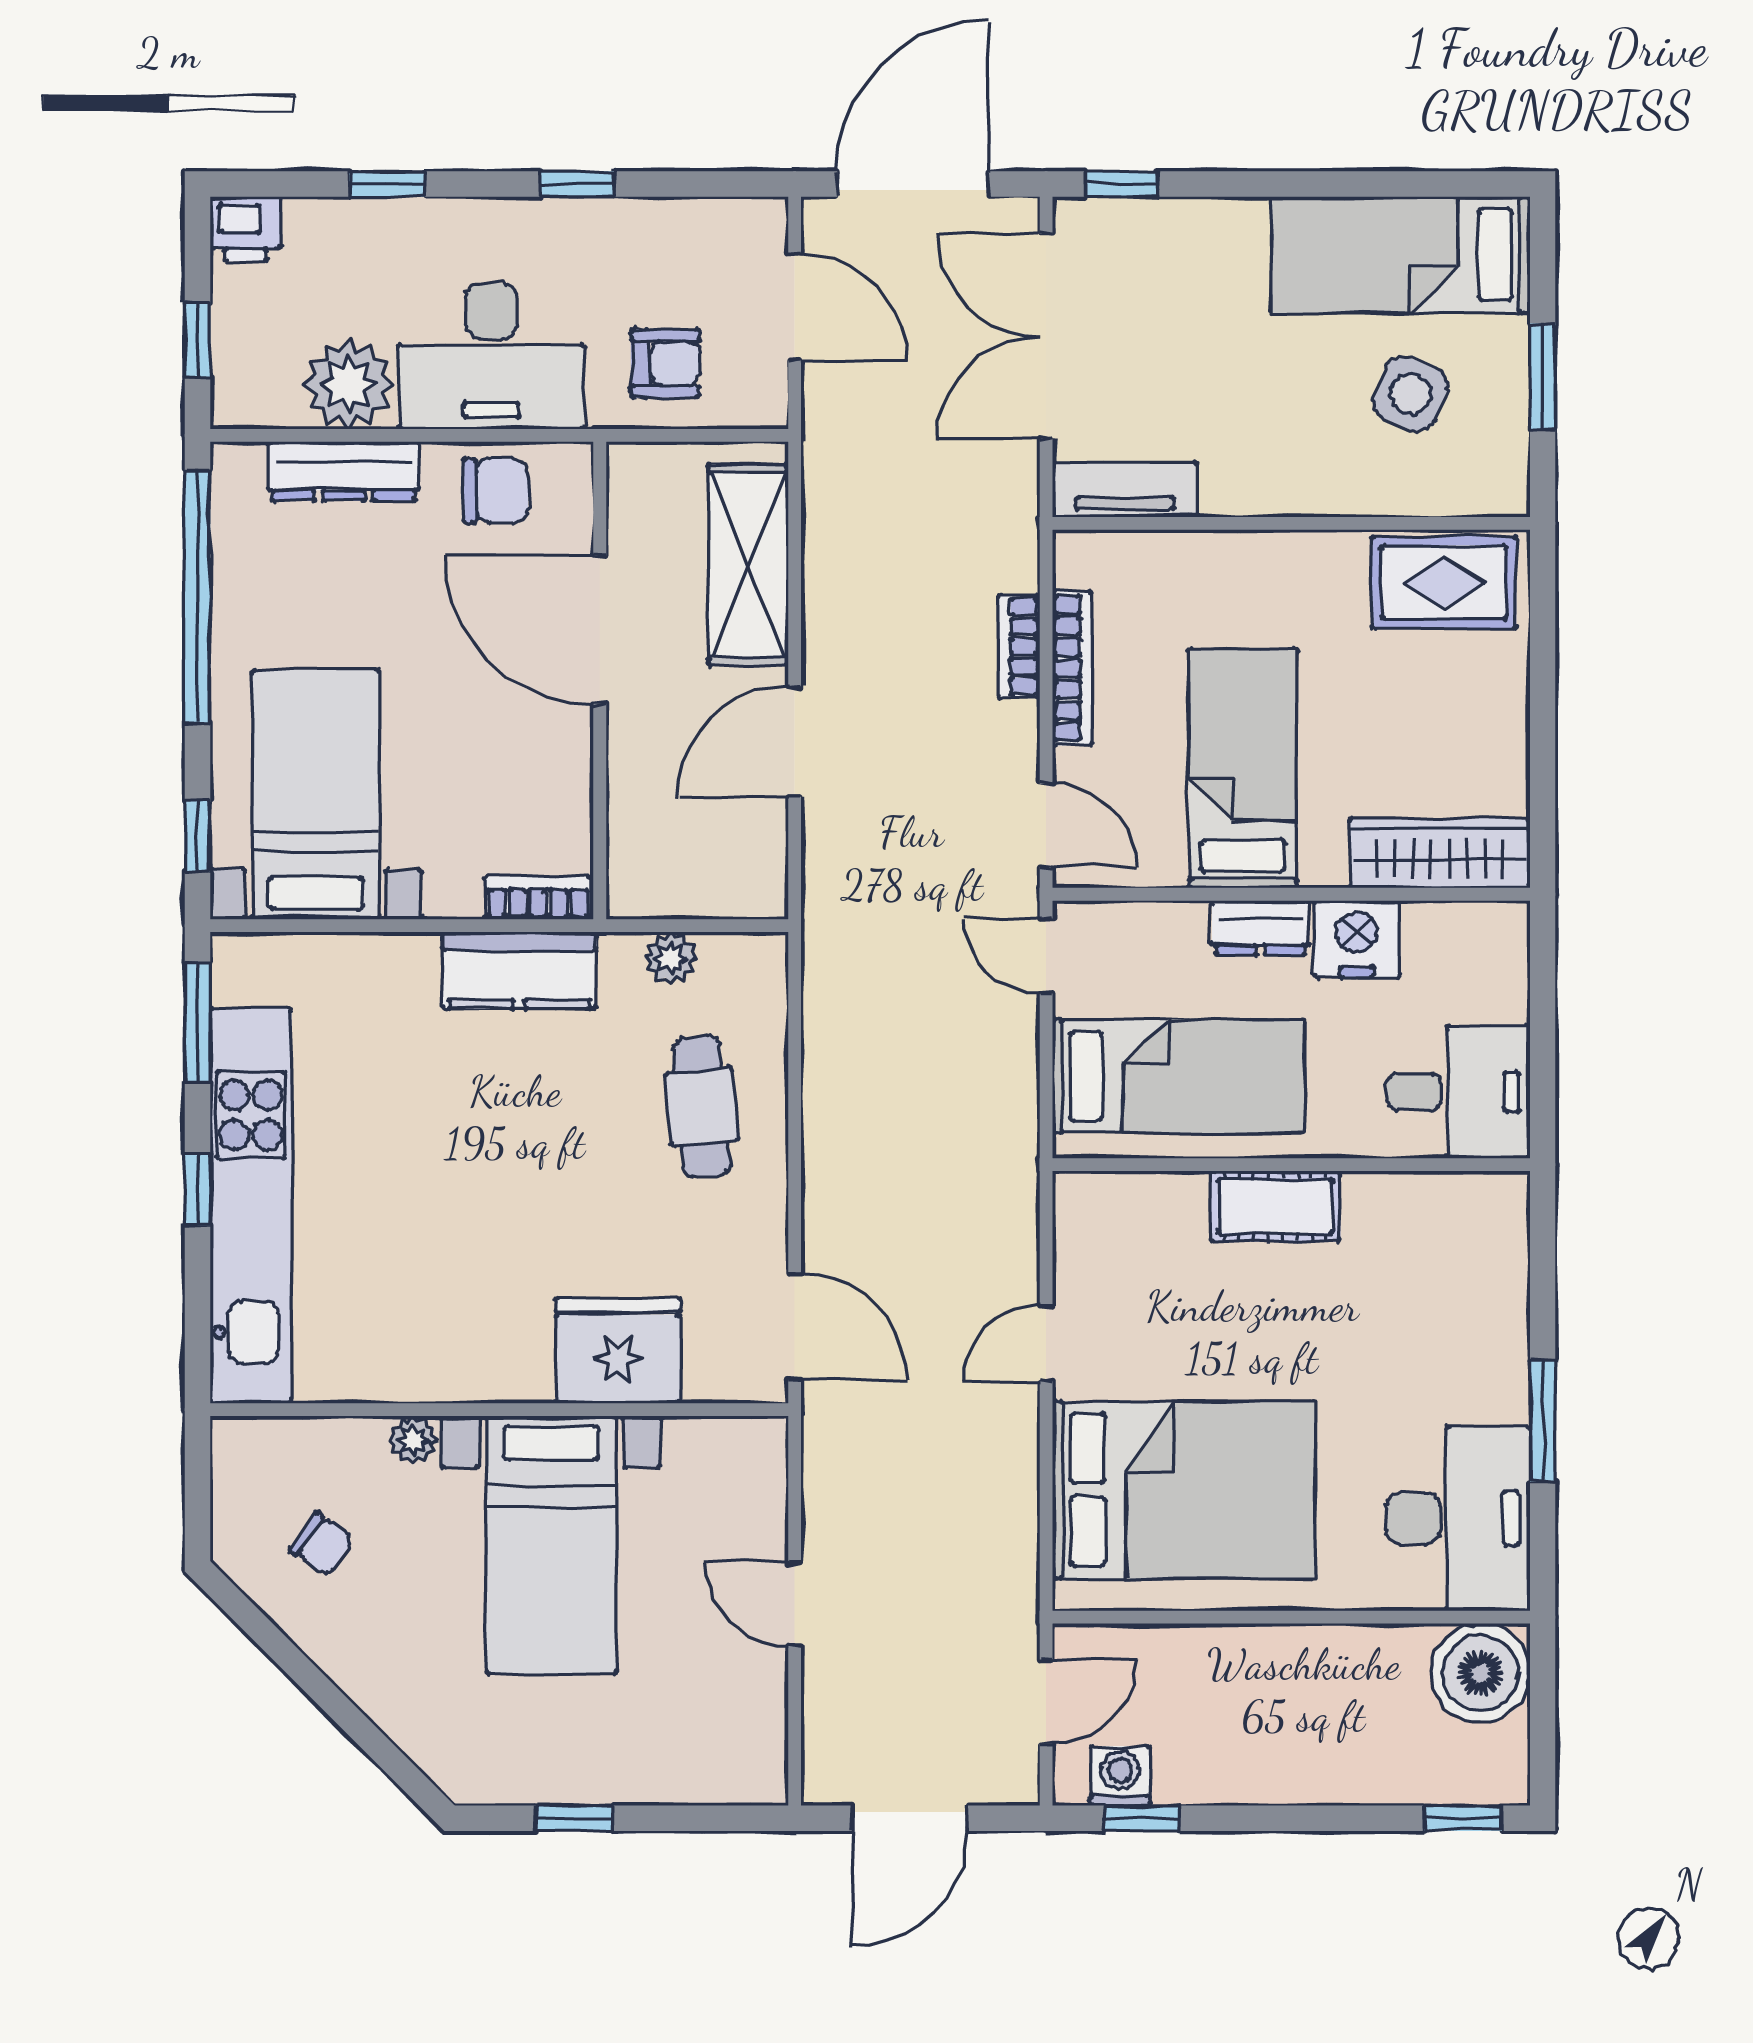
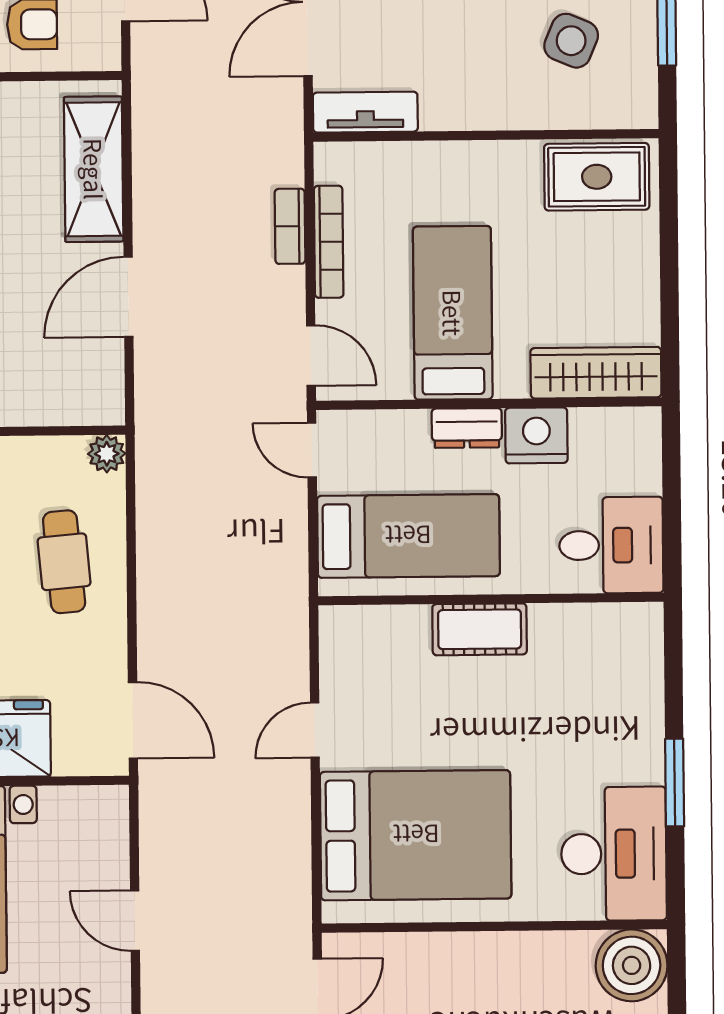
plant: (671, 958) -> (107, 454), moved

